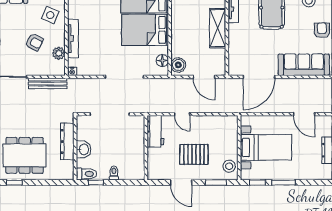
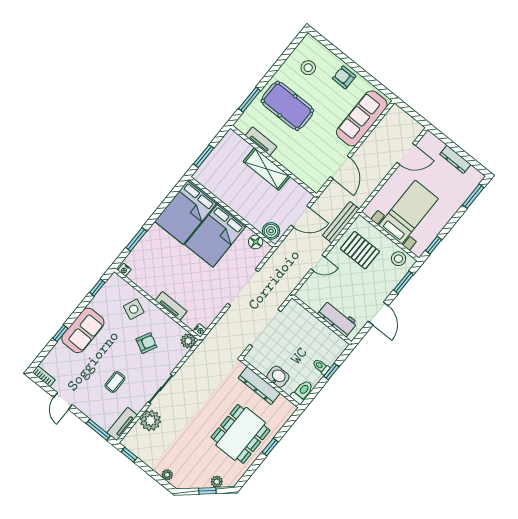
tv unit: (73, 38) -> (171, 306), width x0.71
plant: (59, 53) -> (188, 341), moved
door: (259, 77) -> (340, 167), width x0.73
bench: (48, 83) -> (341, 222), moved
workbench: (155, 131) -> (337, 318), moved
pallet: (194, 154) -> (360, 250), moved, turned 90
window: (14, 183) -> (270, 447), moved
window: (96, 183) -> (331, 371), moved
door: (181, 183) -> (378, 314), hinge flipped
window: (283, 183) -> (473, 196), moved

